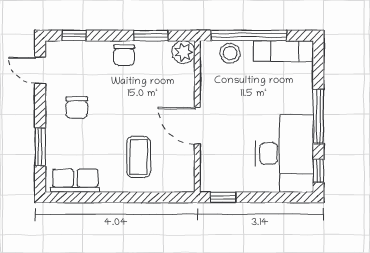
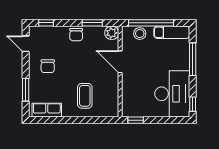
window: (318, 116) -> (193, 59), moved
door: (197, 126) -> (120, 62), moved

